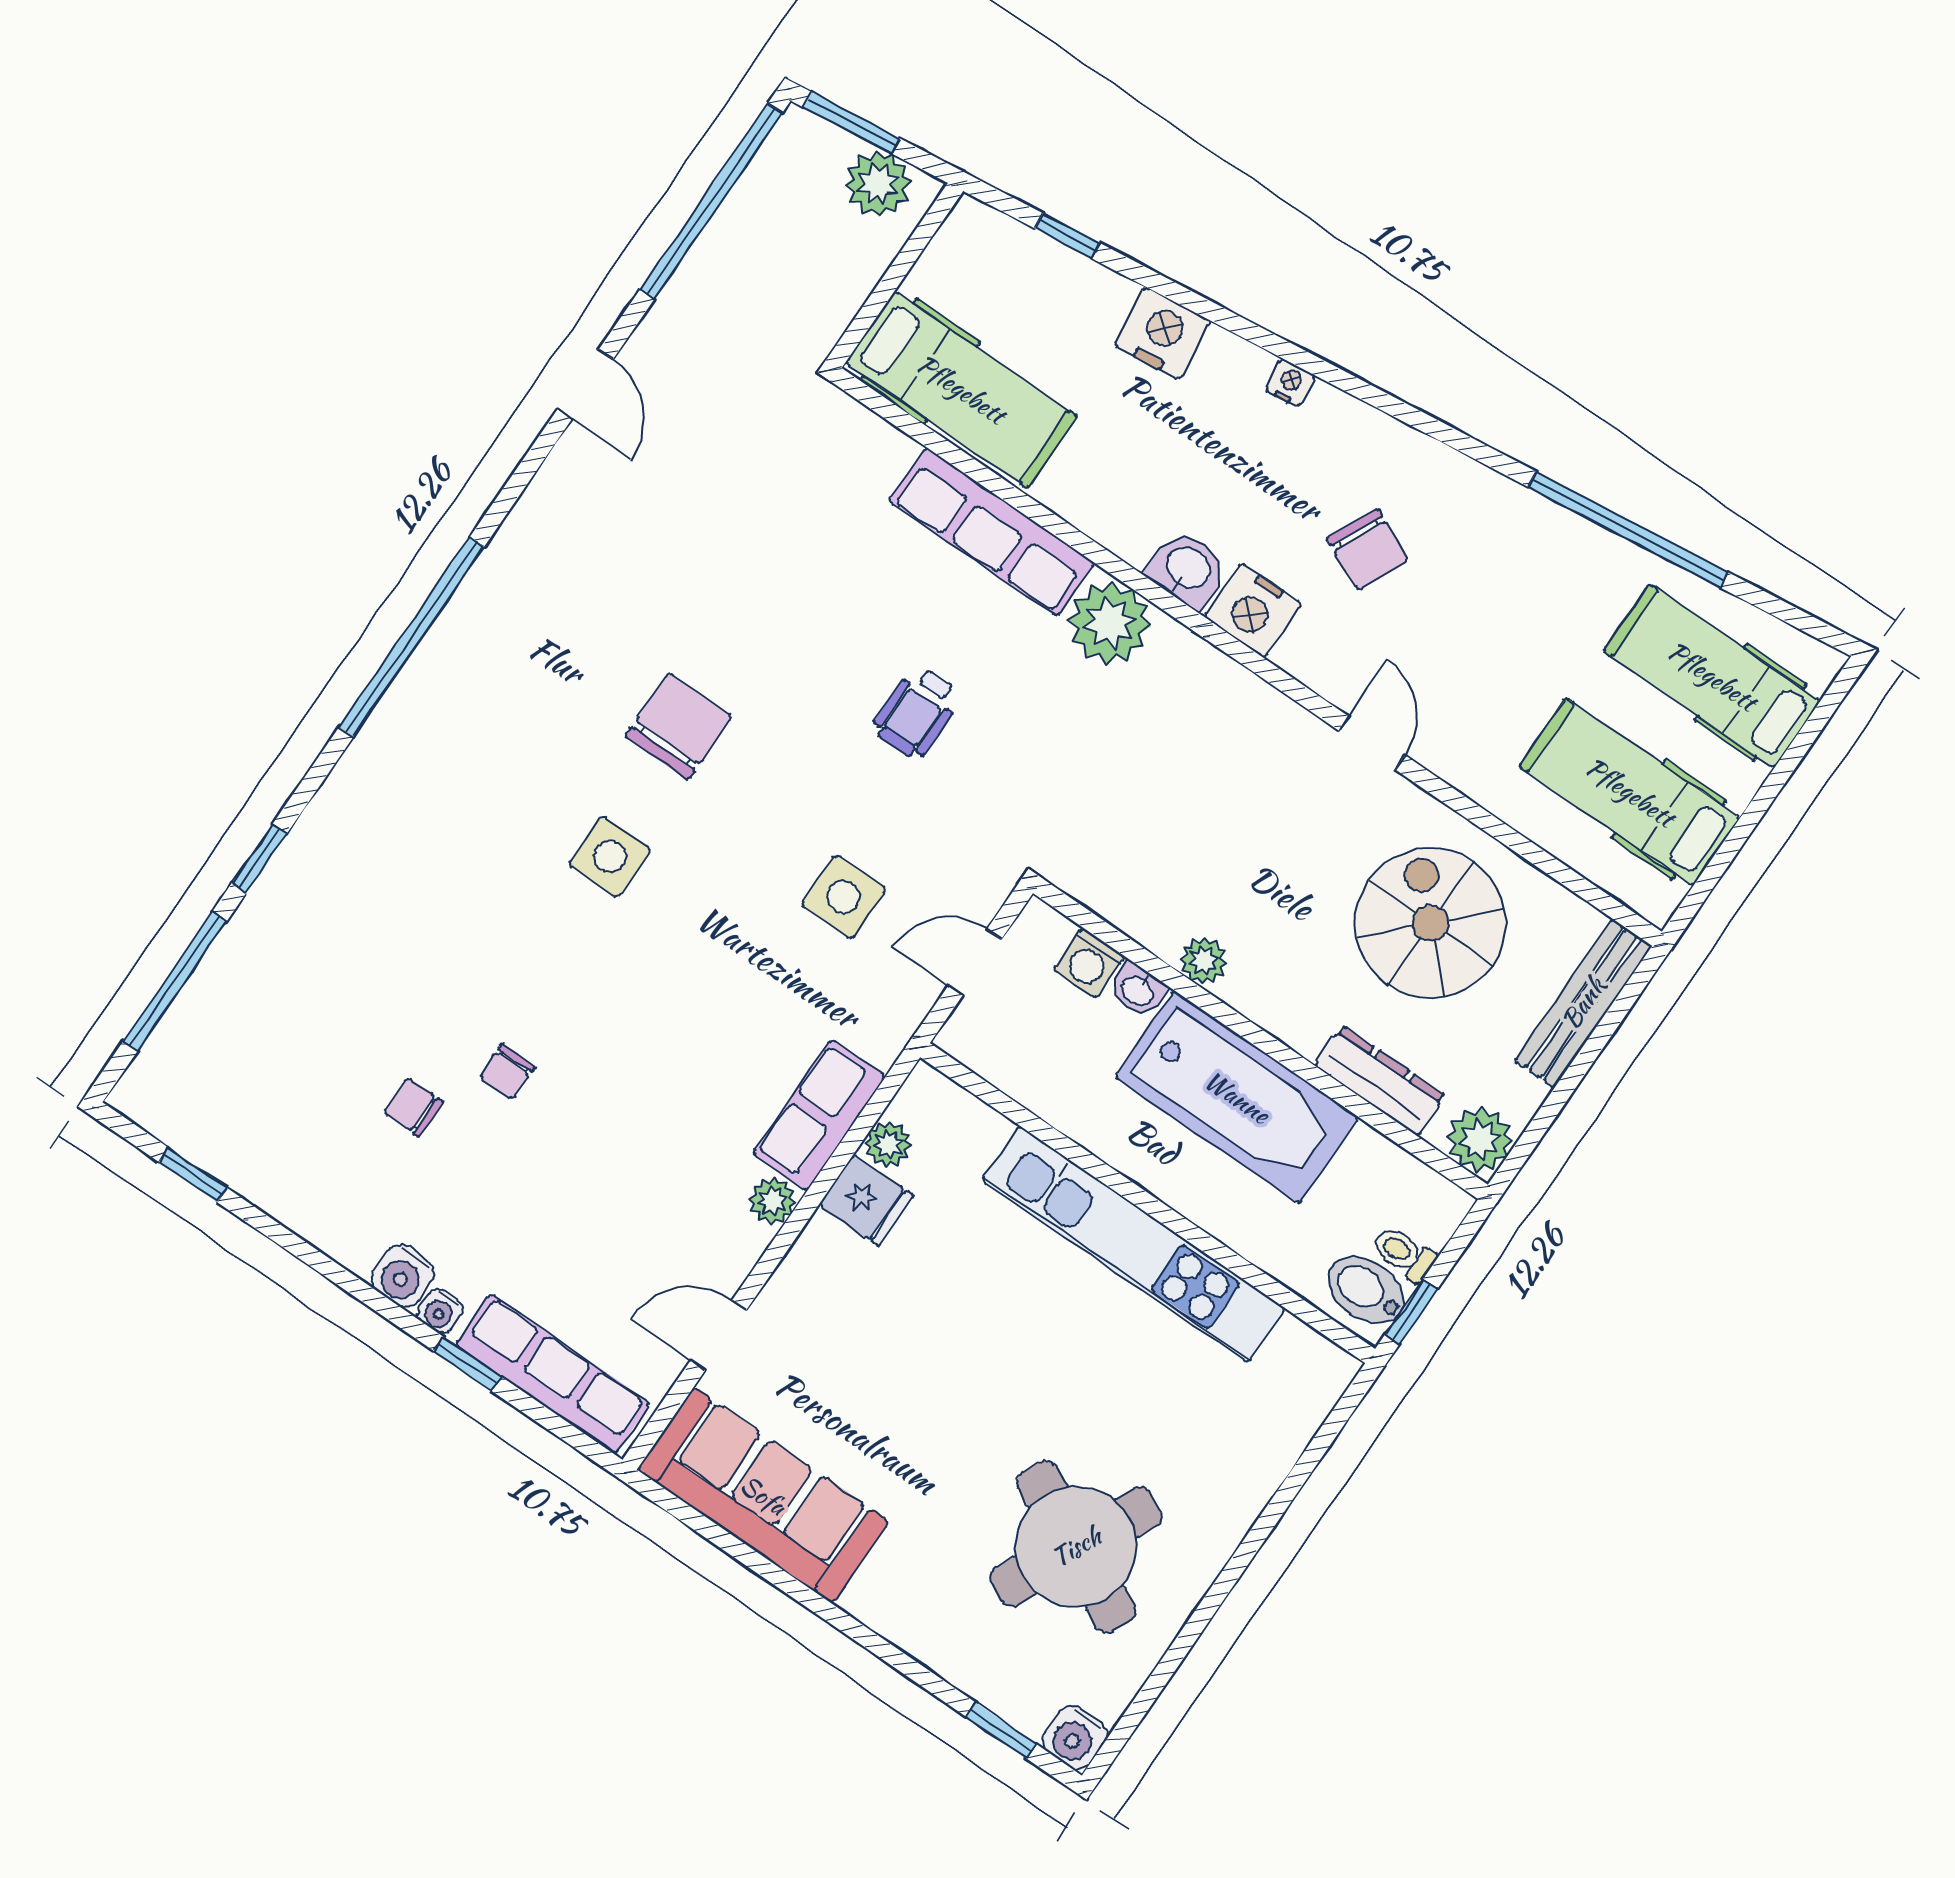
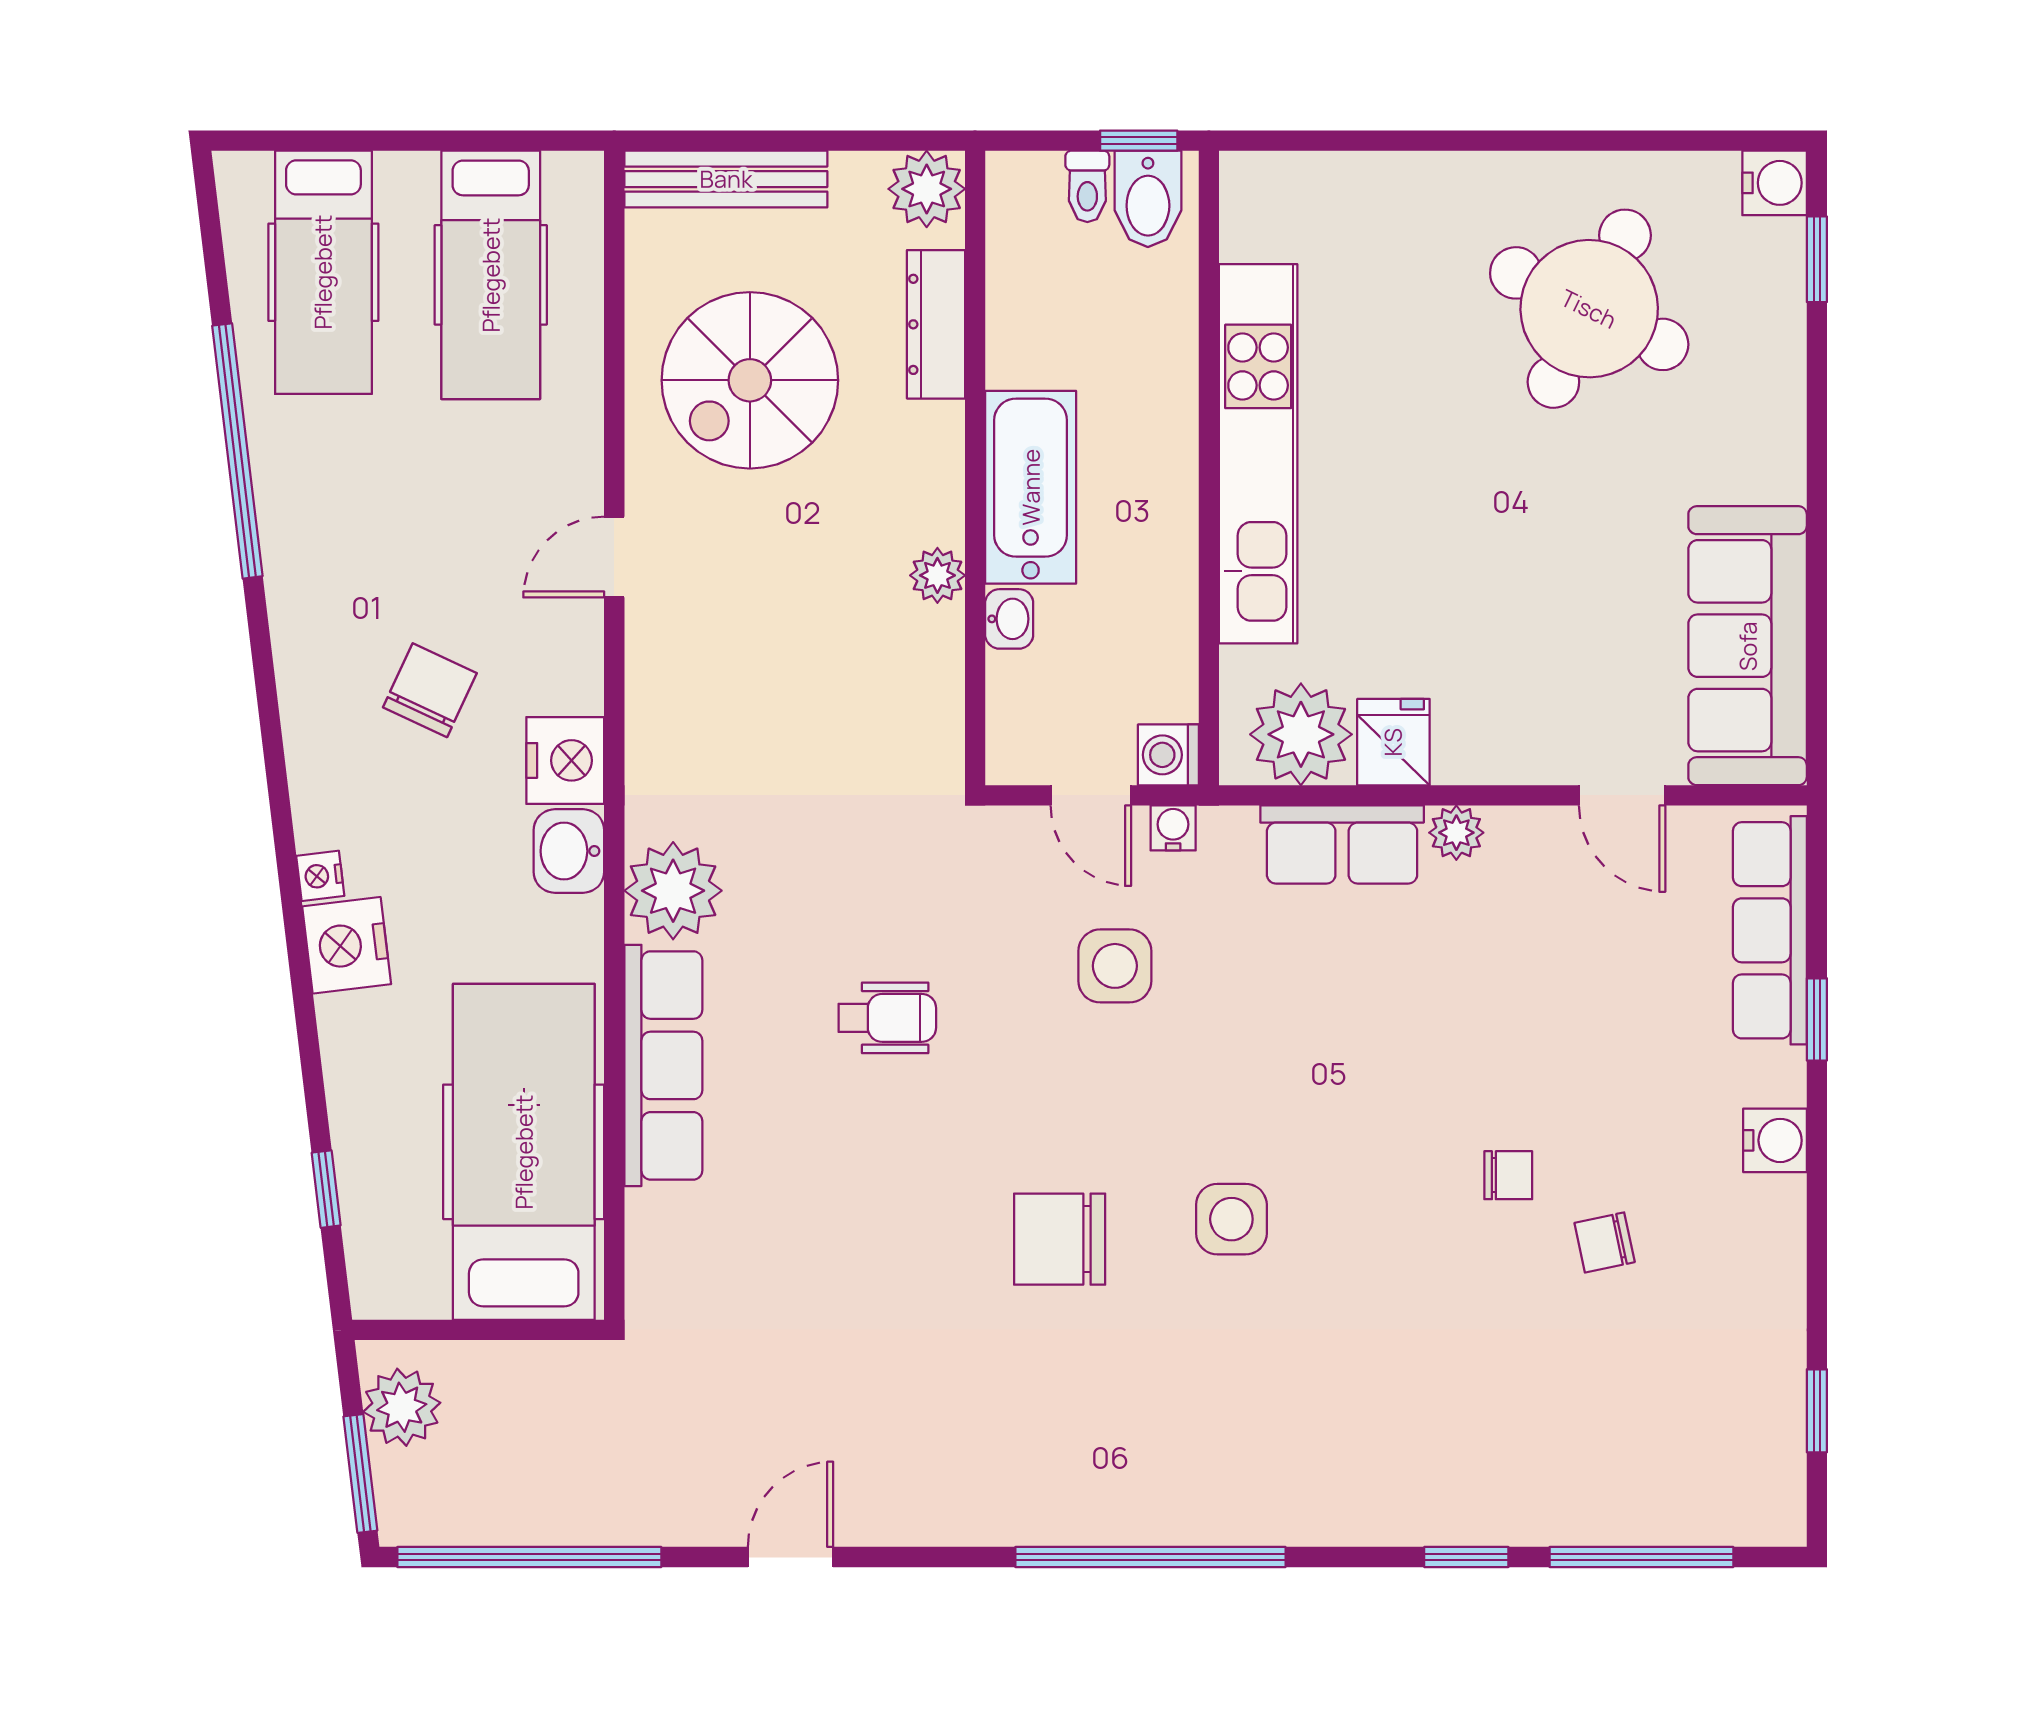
nightstand: (1162, 333) -> (347, 945), moved
hospital bed: (961, 389) -> (524, 1152), width x1.37, depth x1.29
washing machine: (1089, 963) -> (1168, 755), moved, turned 180
bathtub: (1237, 1097) -> (1031, 487), width x0.73, depth x0.73
chair: (413, 1107) -> (1605, 1242), turned 78
plant: (888, 1144) -> (1301, 734), width x1.88, depth x1.88
water cooler: (440, 1311) -> (1173, 828), moved, turned -90

